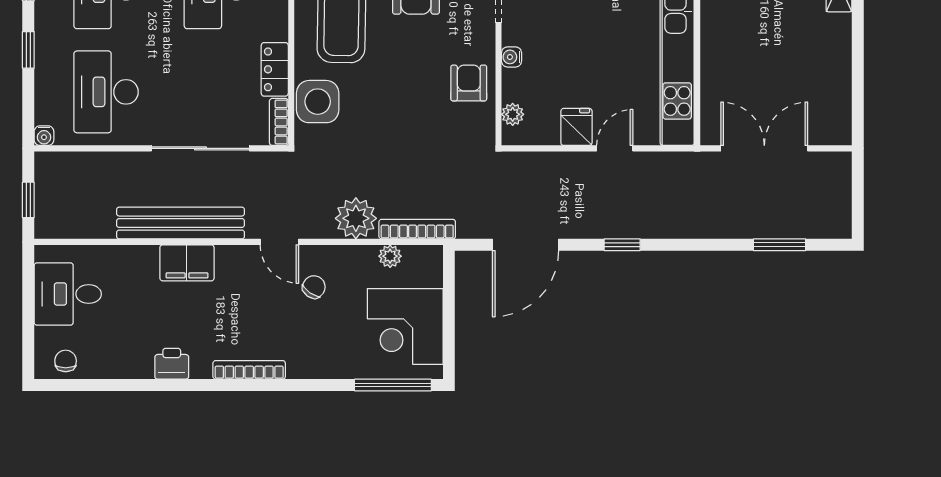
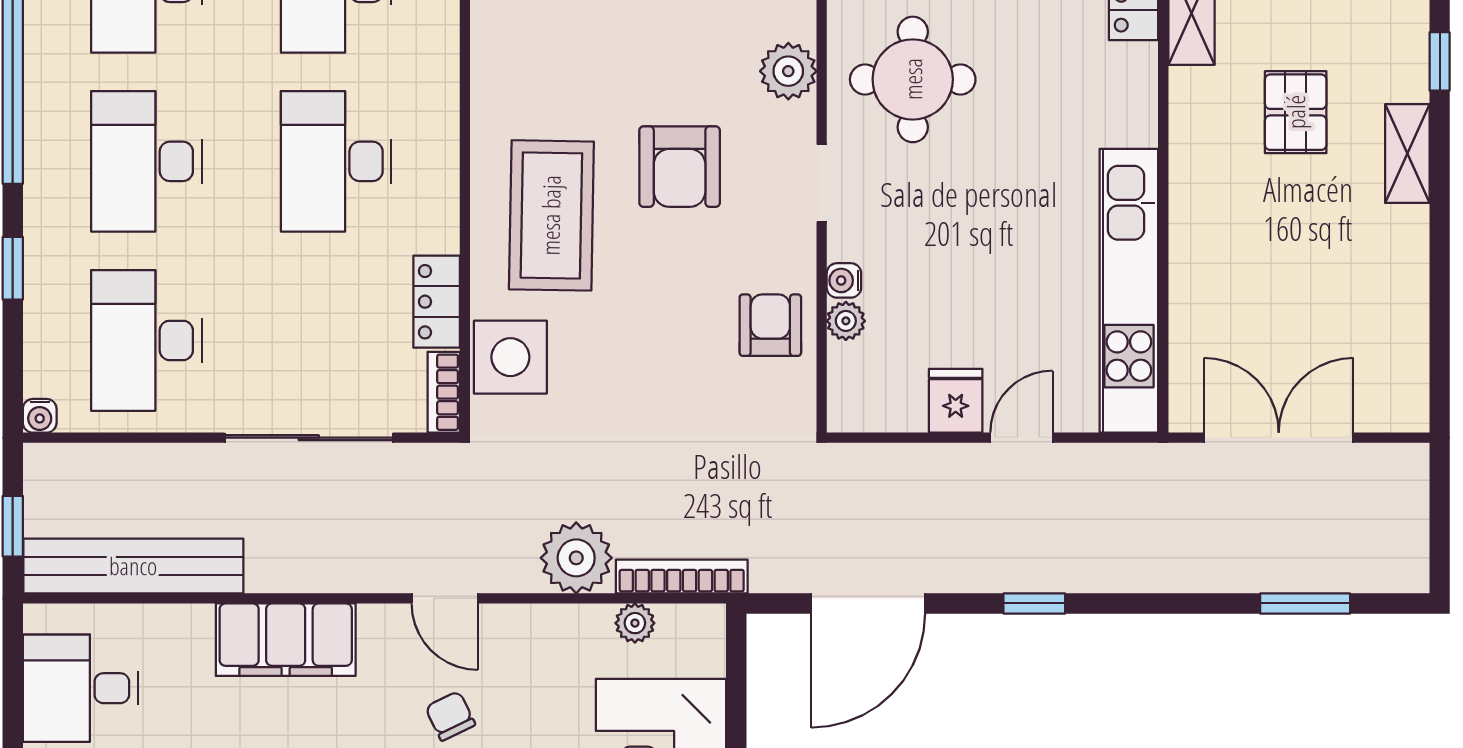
plant: (513, 114) -> (846, 321), moved
bench: (181, 223) -> (133, 566), moved
filing cabinet: (187, 263) -> (286, 640), width x1.50, depth x1.17
chair: (314, 287) -> (450, 716), moved, turned -61

